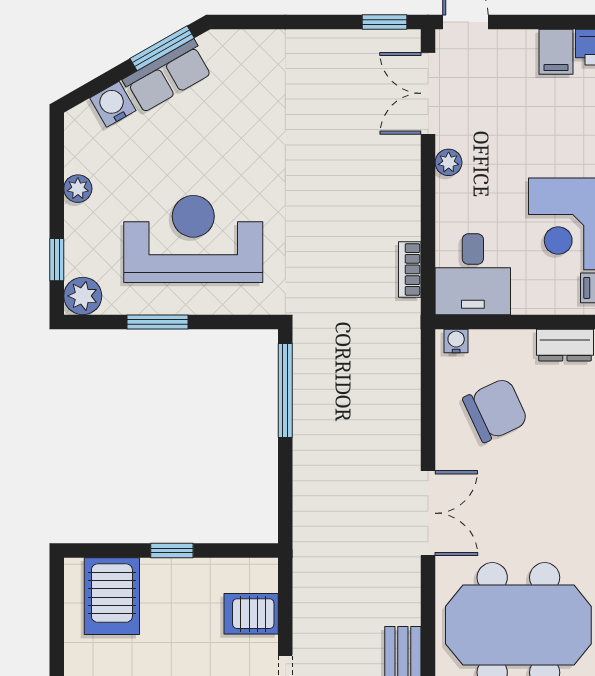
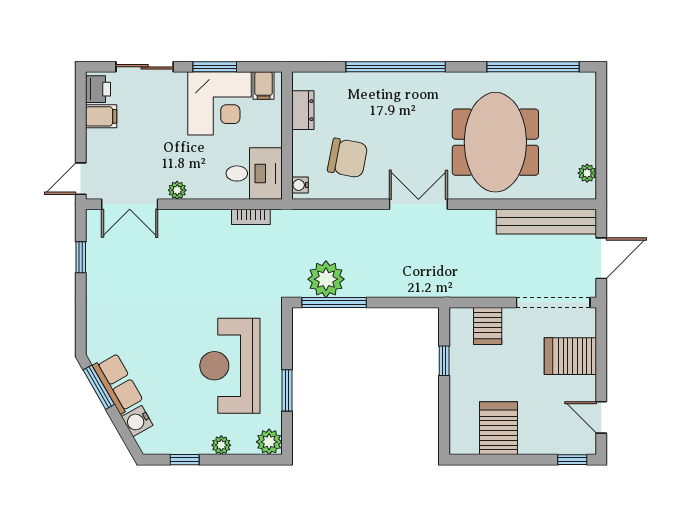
window: (385, 22) -> (81, 257), moved
plant: (78, 189) -> (221, 445), moved
window: (57, 260) -> (185, 460), moved
plant: (319, 379) -> (326, 279), added
chair: (495, 410) -> (348, 158), turned 126
window: (172, 550) -> (444, 361), moved
server rack: (112, 596) -> (499, 428), moved, turned -90

